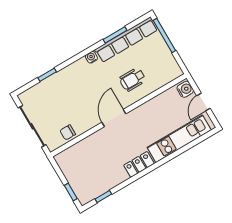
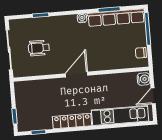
wheelchair: (133, 79) -> (39, 48), moved
chair: (68, 132) -> (141, 53), moved
locker: (139, 164) -> (72, 121), width x1.53

